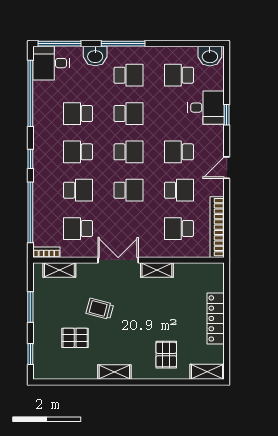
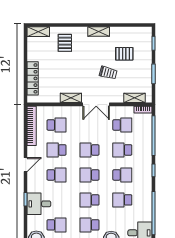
school desk: (78, 114) -> (122, 200), turned 180
locker: (216, 318) -> (33, 78), moved

